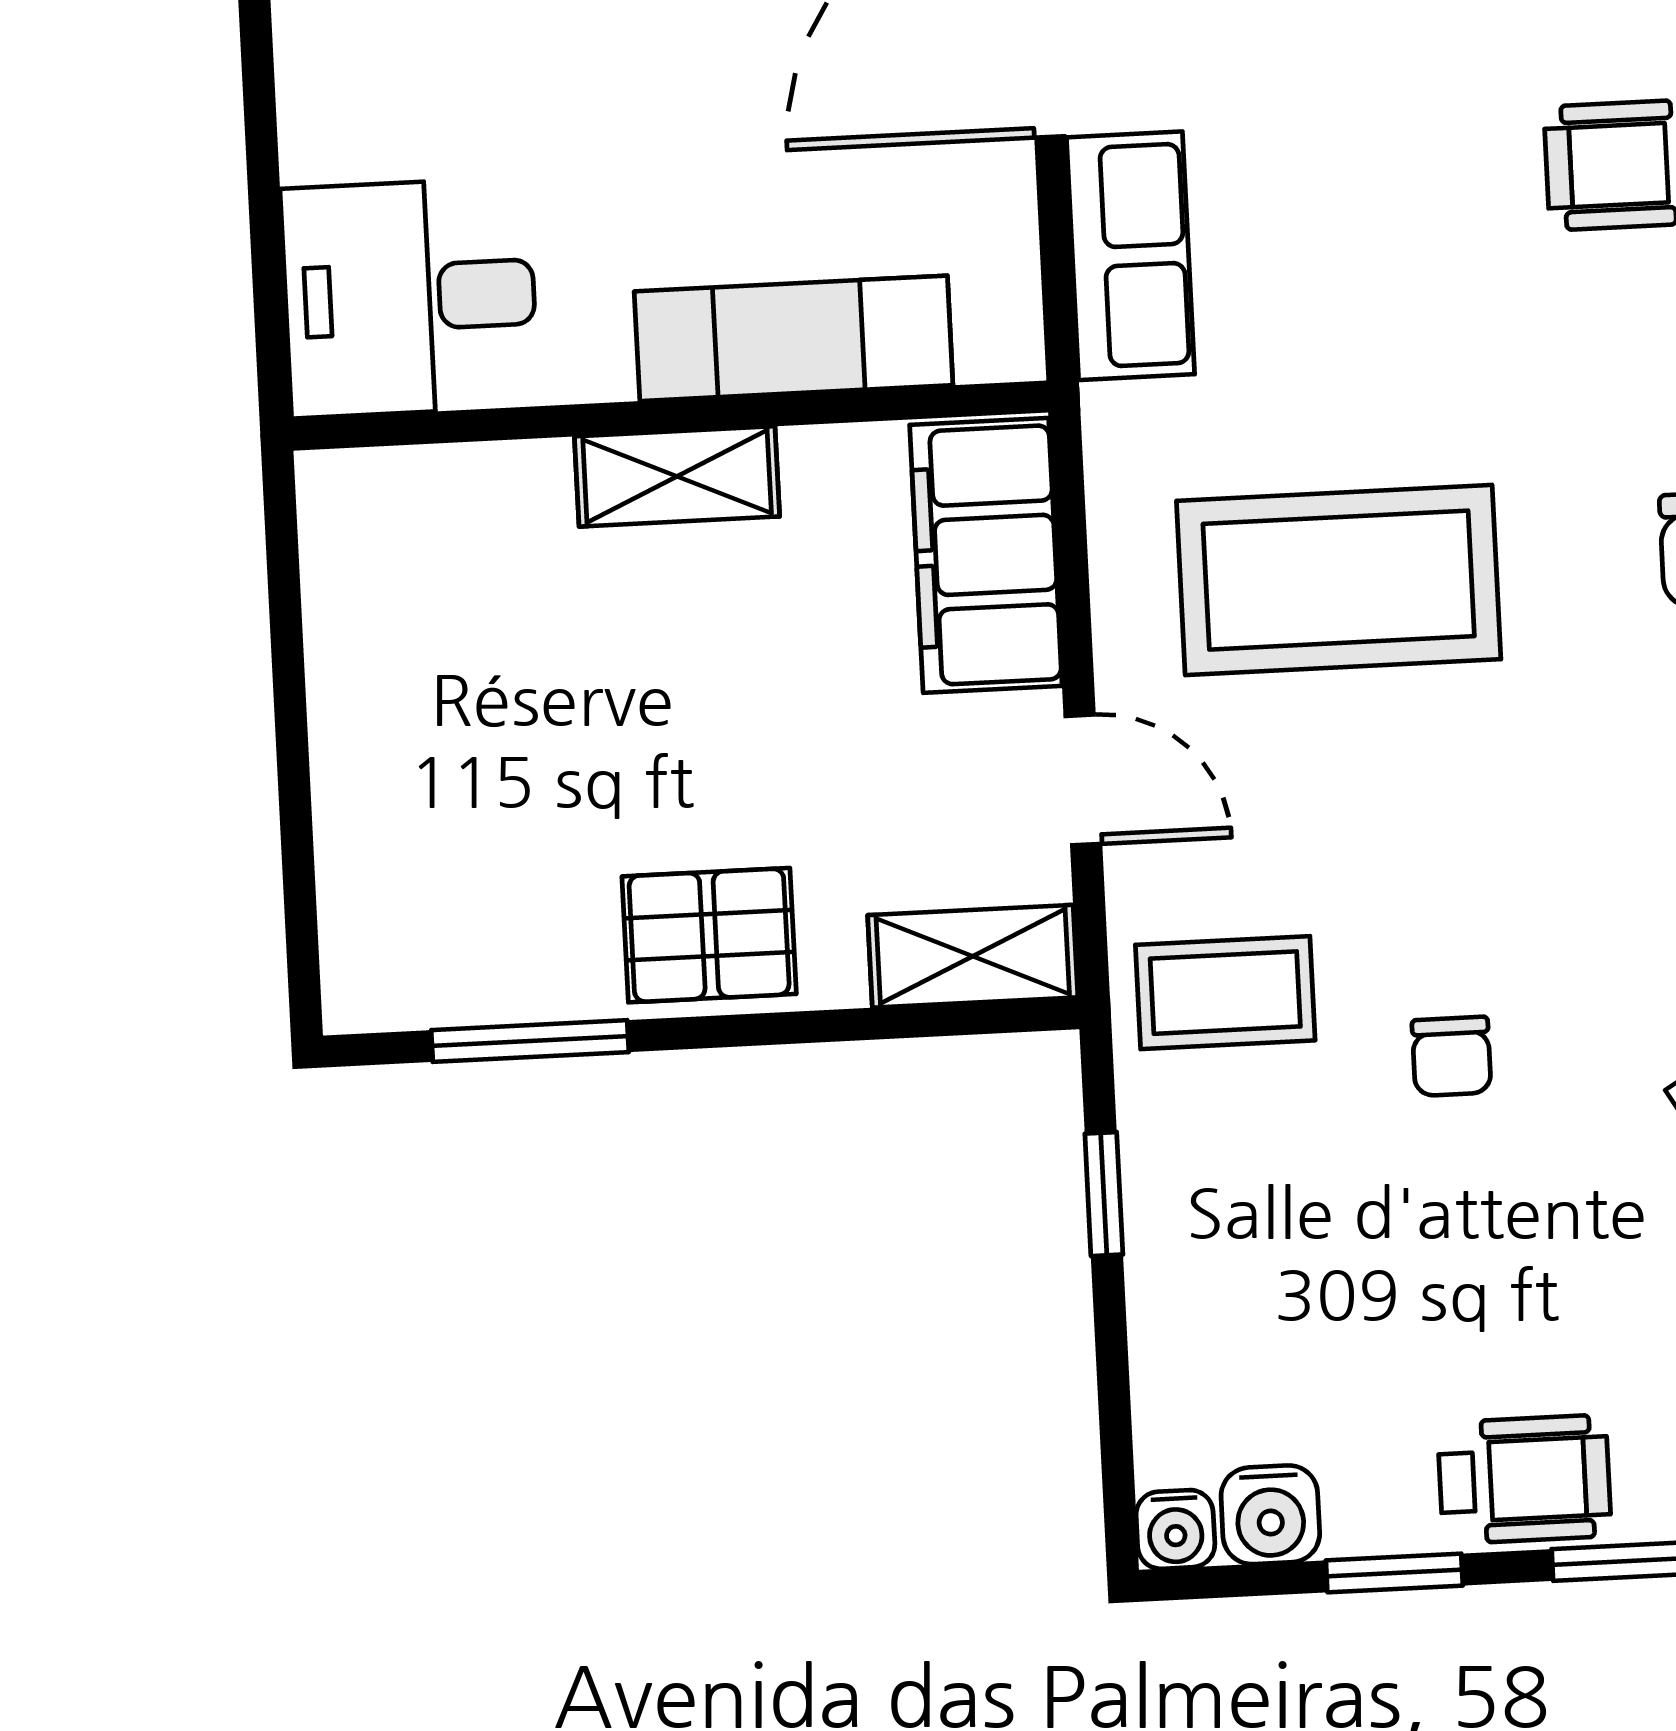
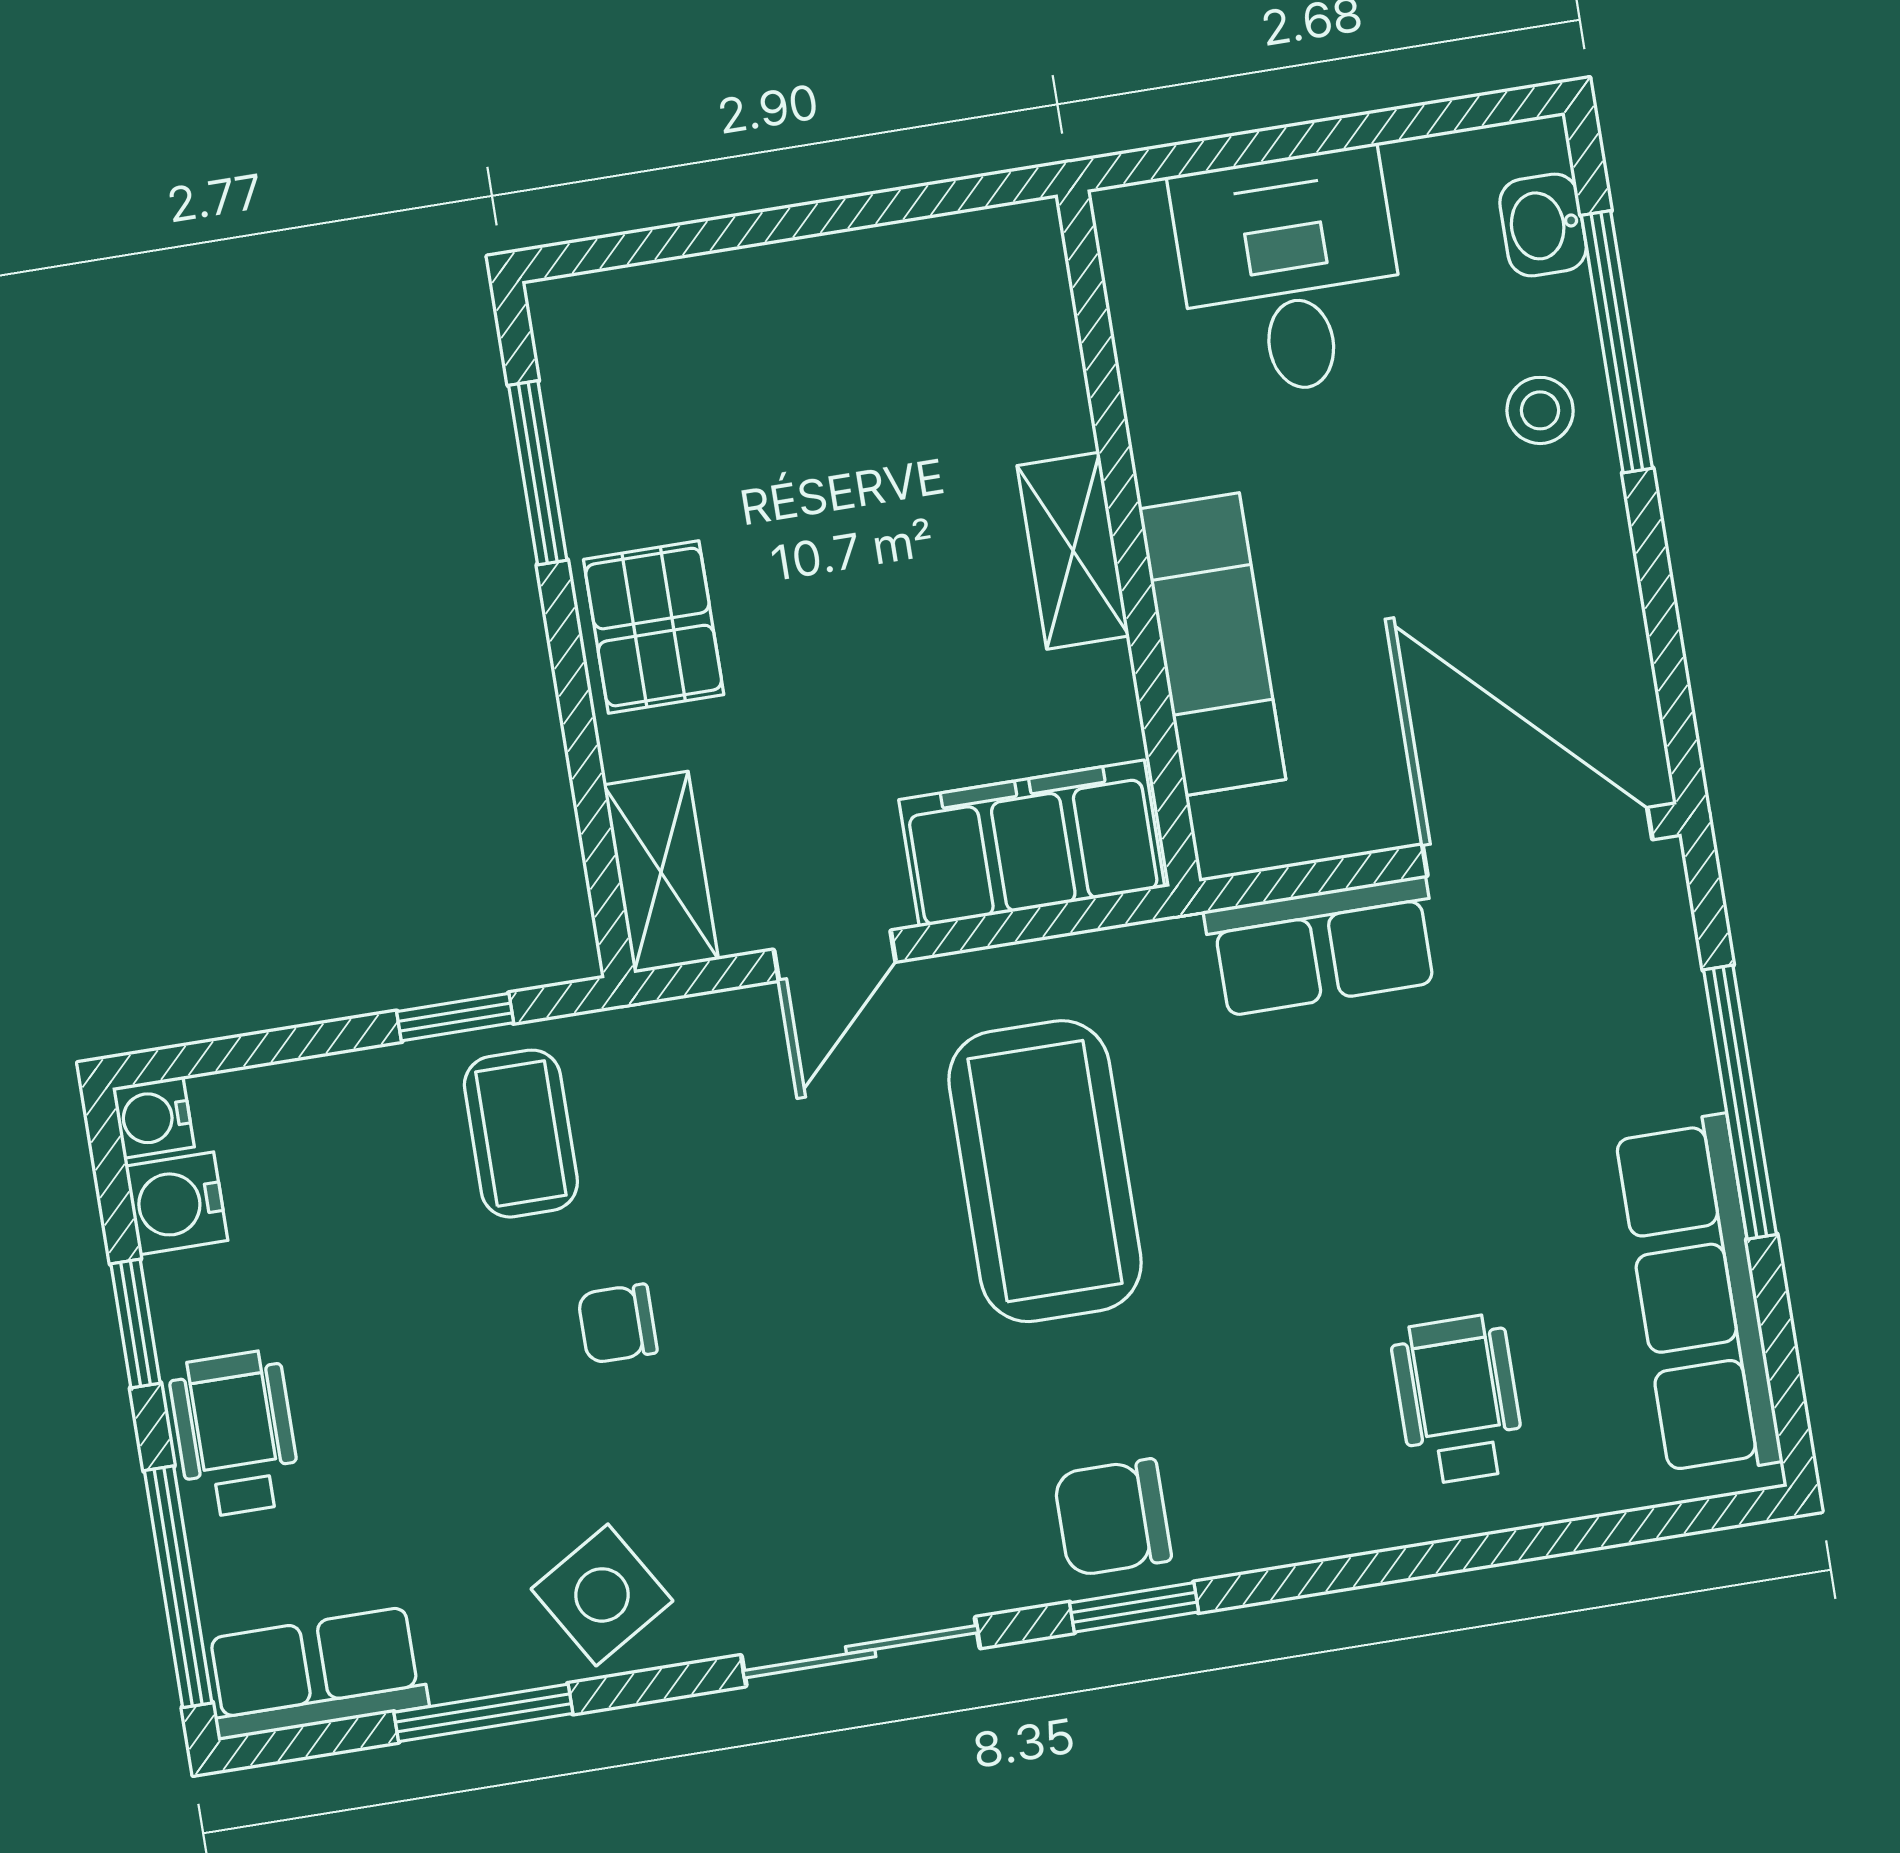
desk: (410, 298) -> (1290, 273), moved
coffee table: (1225, 993) -> (521, 1134), moved
wheelchair: (1524, 1479) -> (235, 1434), turned 180

